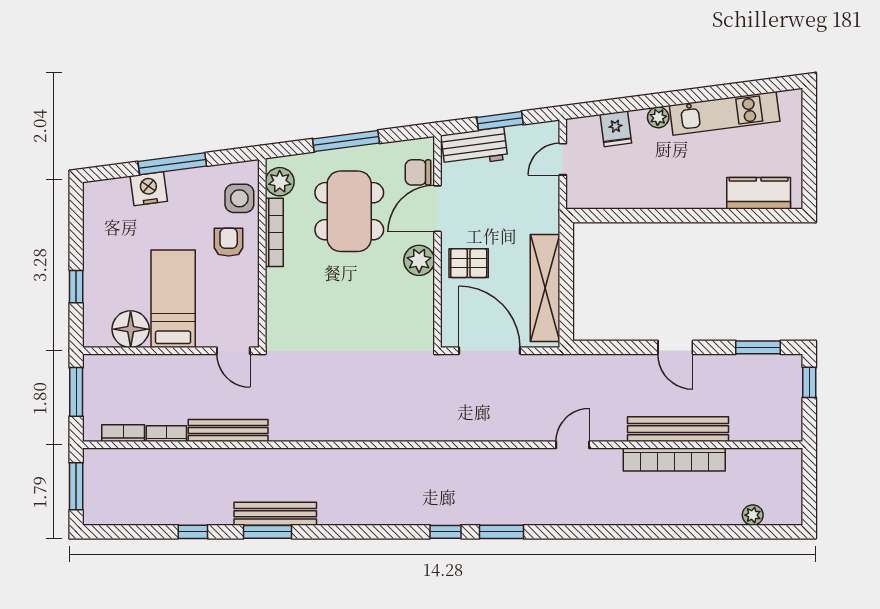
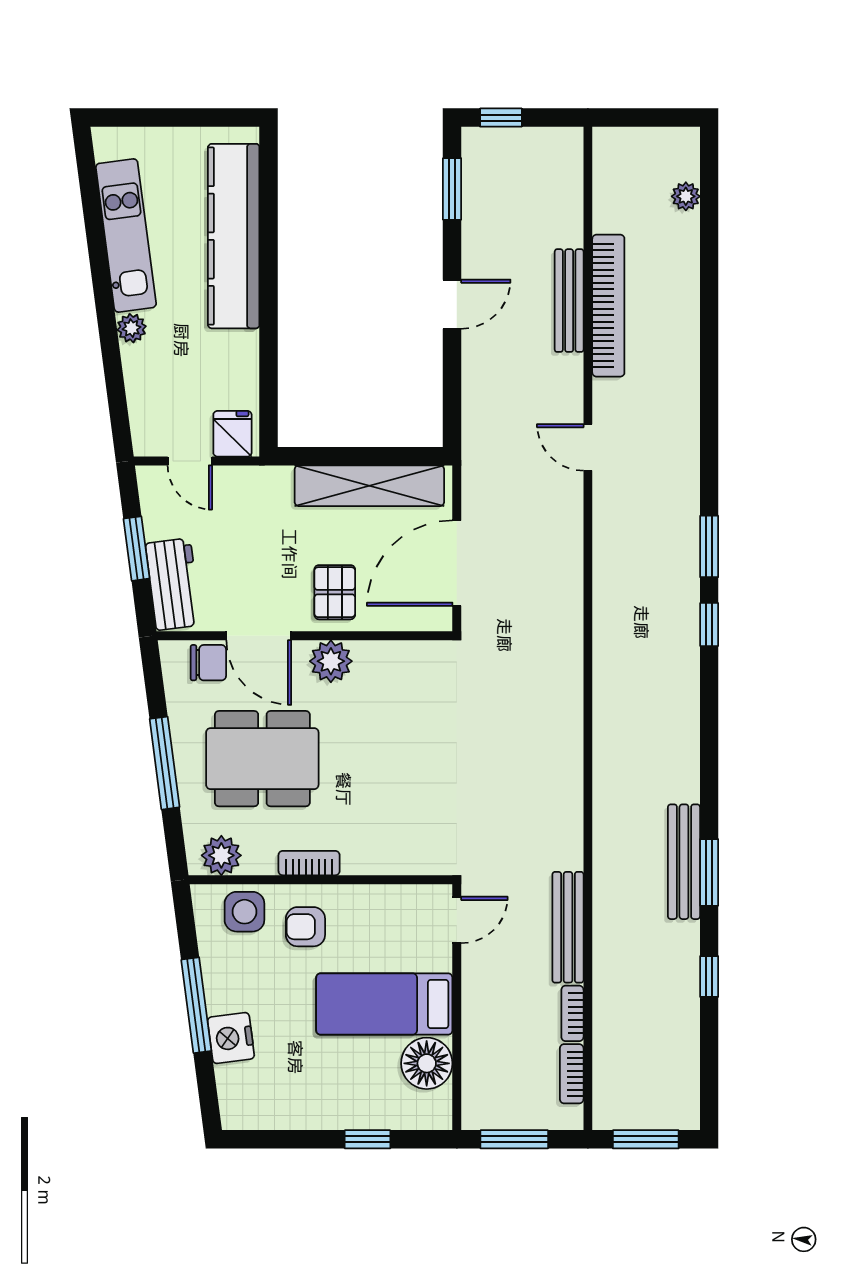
fridge: (616, 129) -> (232, 434), moved, turned -83
chair: (418, 172) -> (208, 663), turned -90
kitchen counter: (759, 193) -> (234, 236), width x2.08, depth x1.17
bookcase: (274, 232) -> (309, 863), width x0.64
bench: (678, 429) -> (569, 301), width x0.73, depth x0.82

